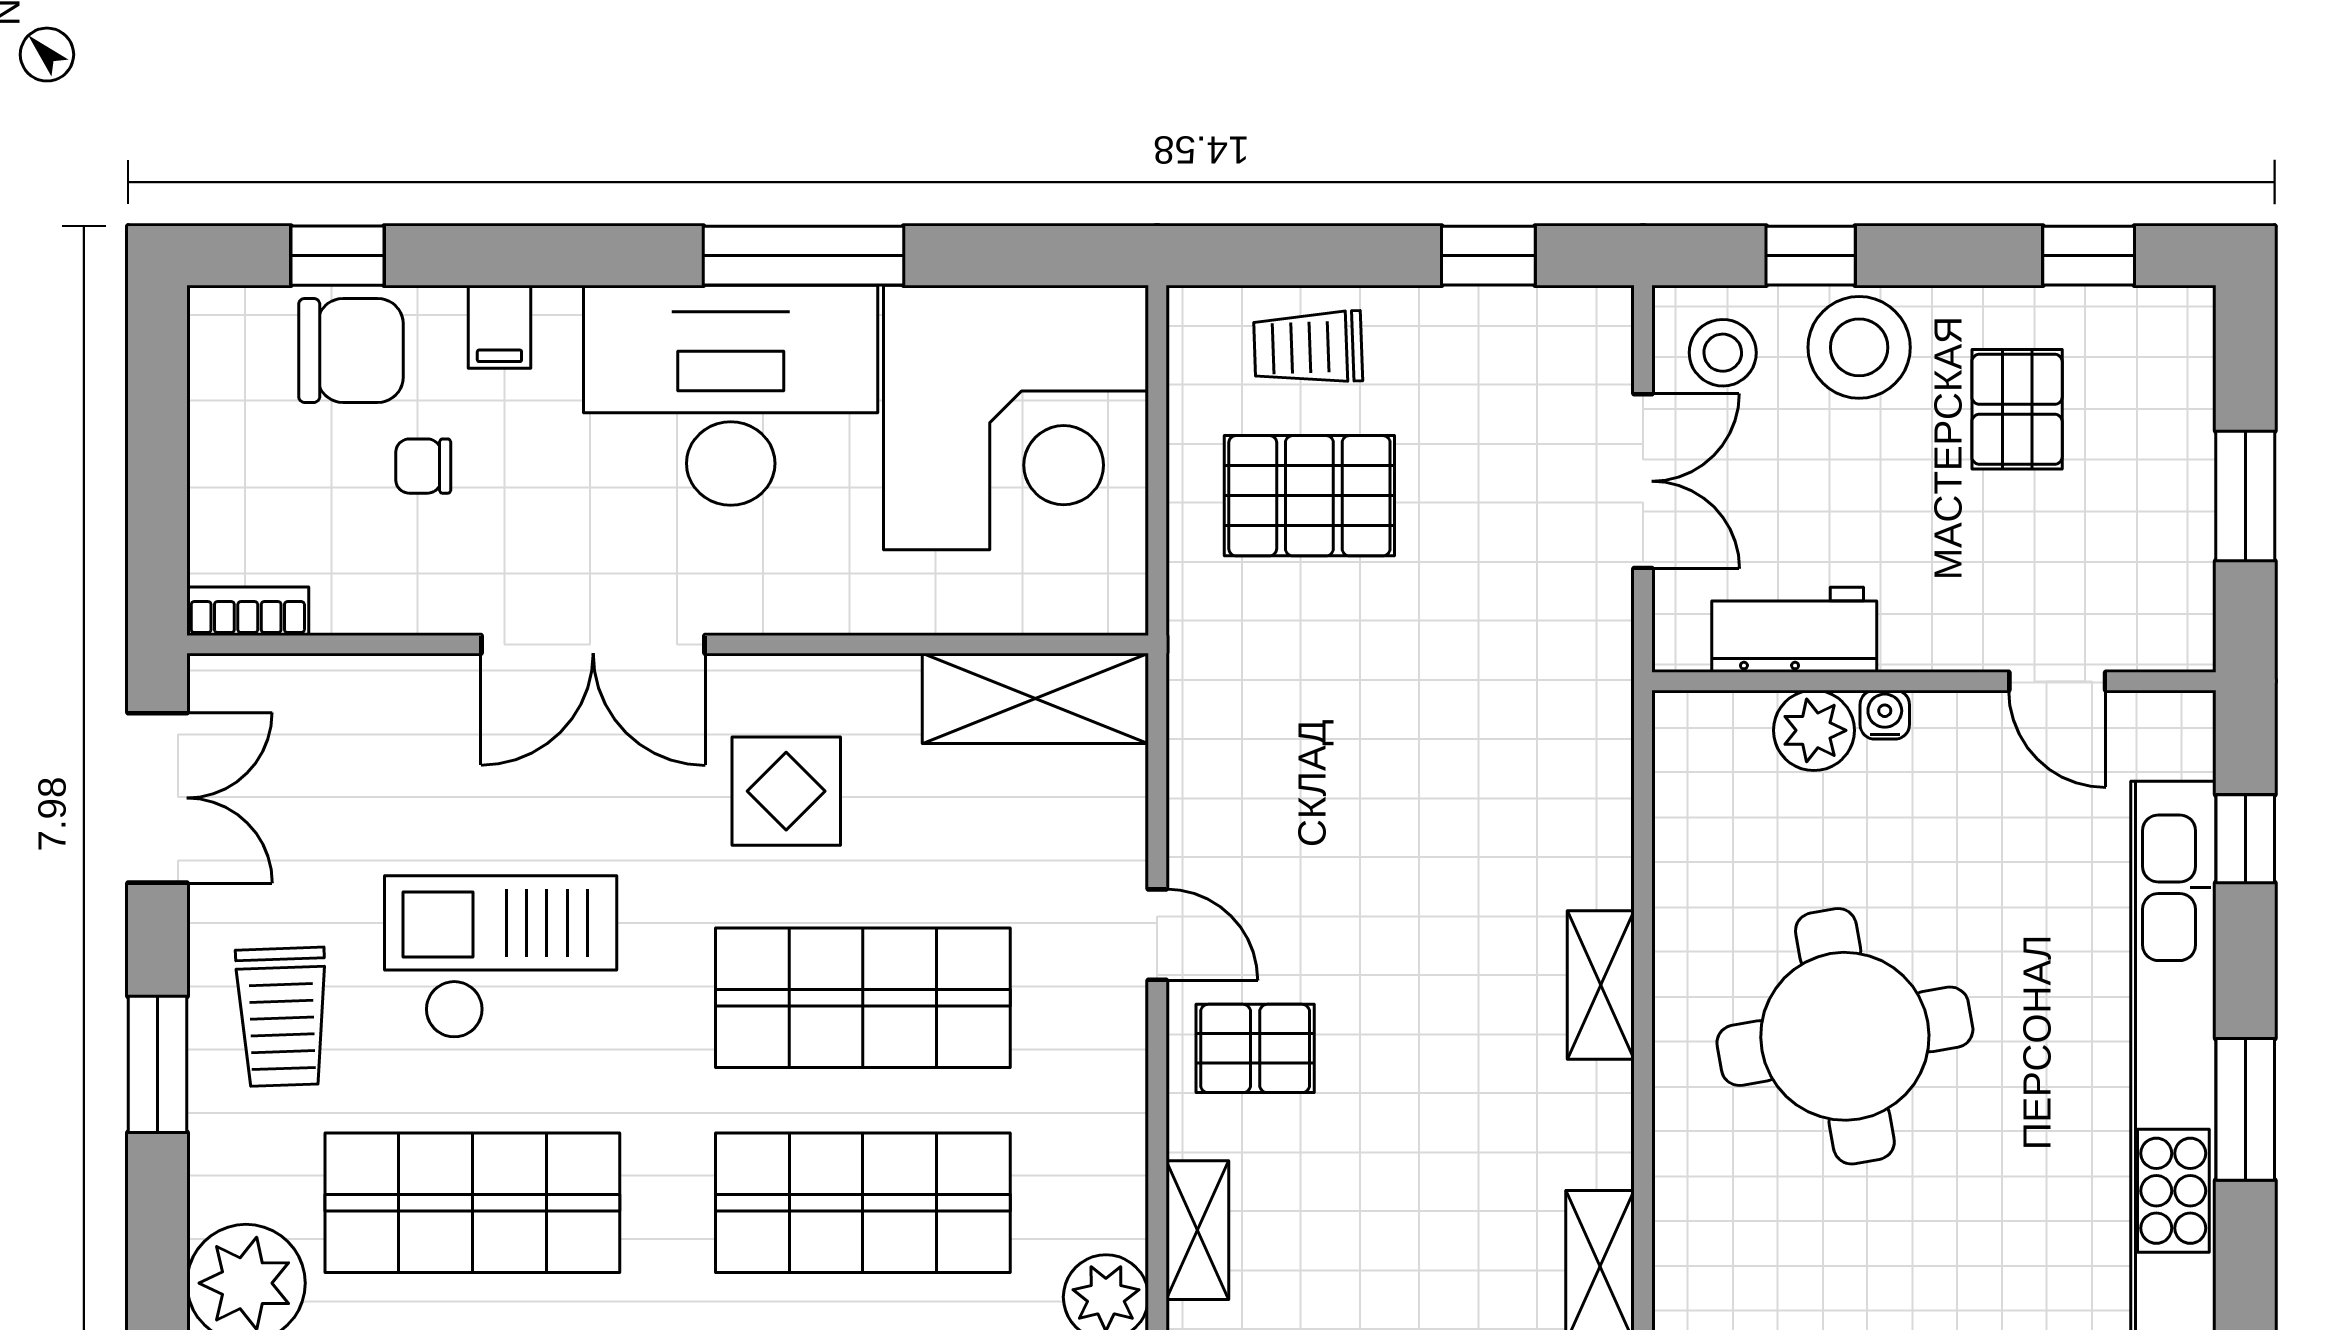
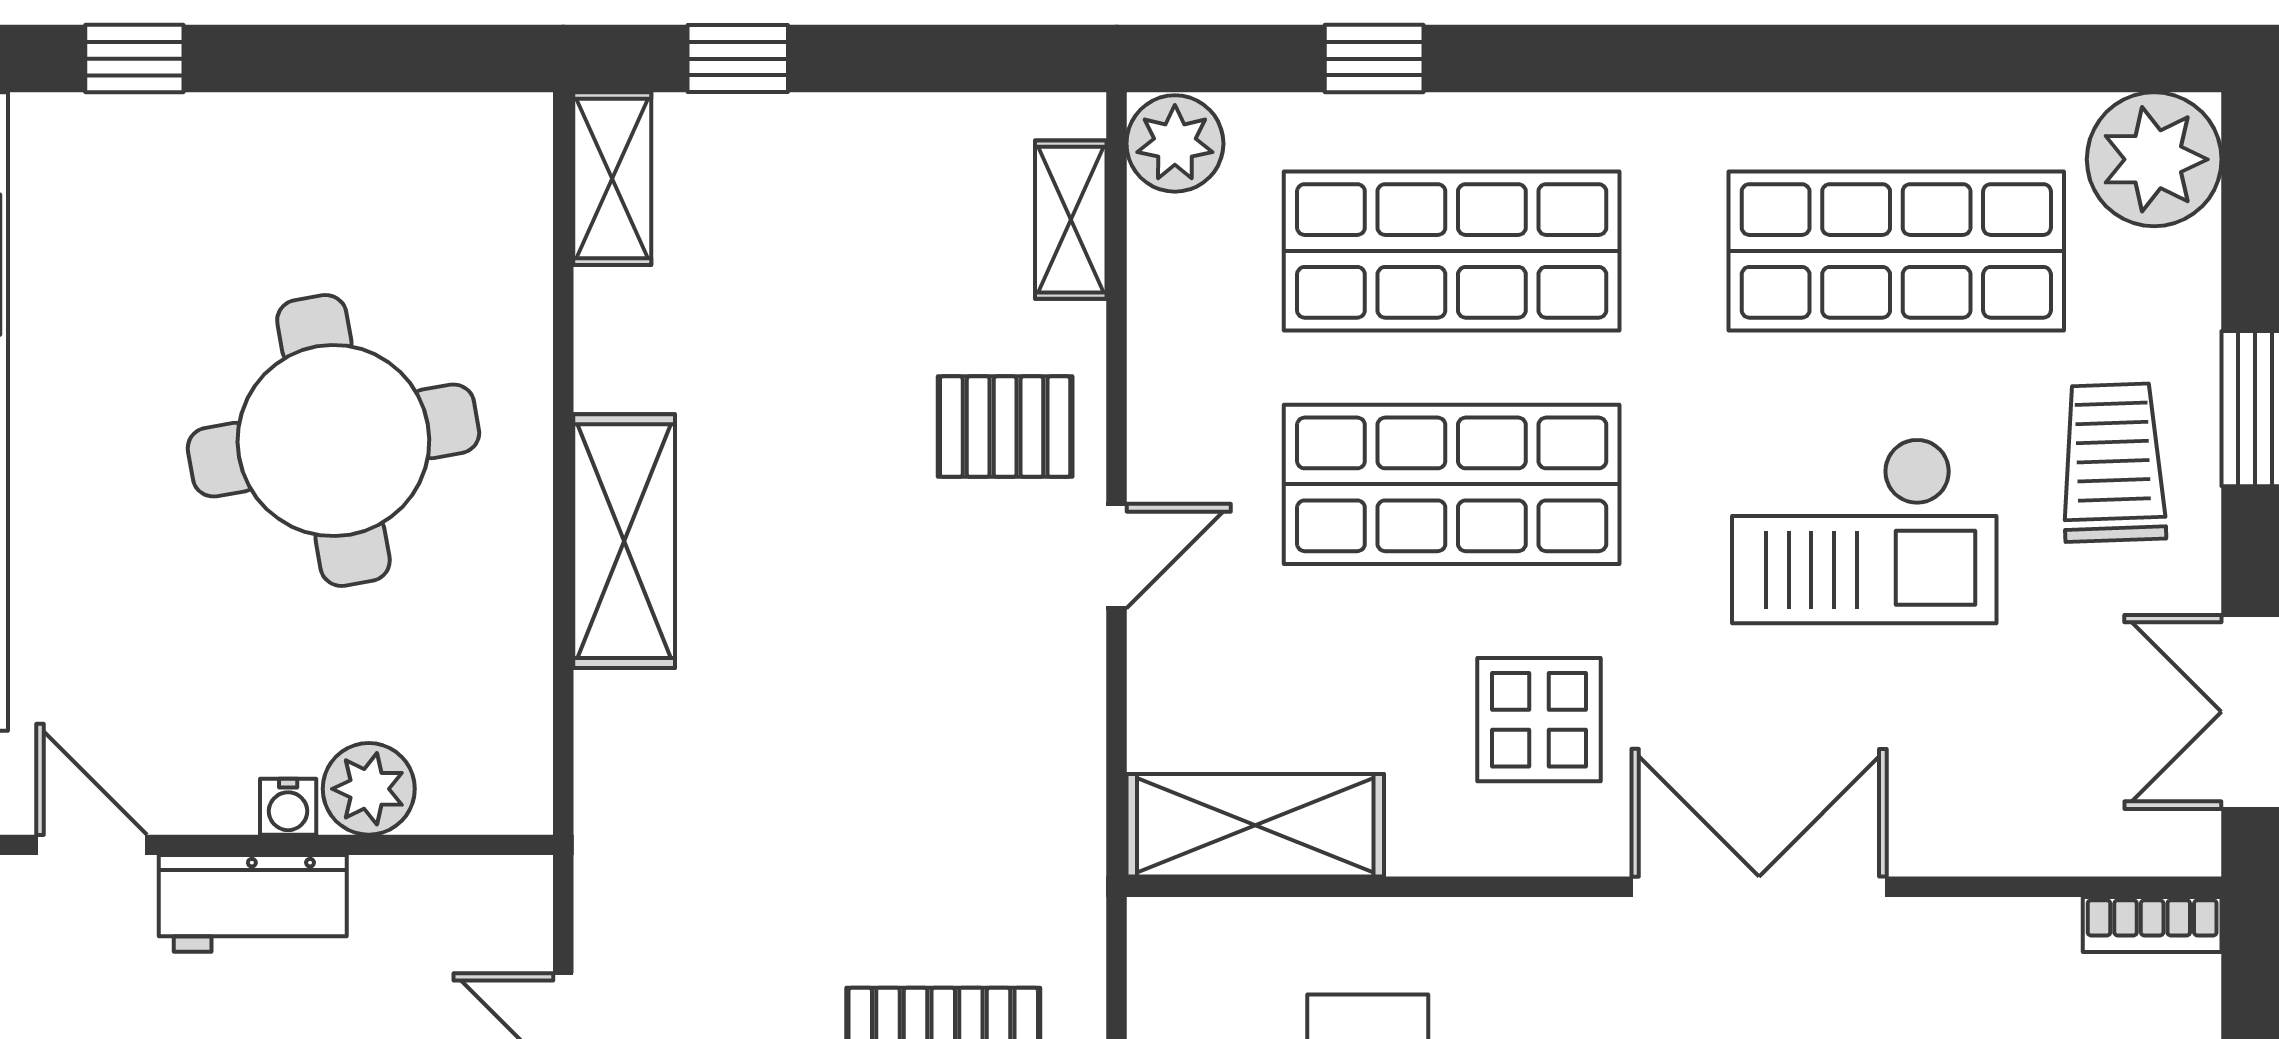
workbench: (1794, 630) -> (253, 903), moved
door: (1157, 935) -> (1117, 556), swing flipped
shelving: (1601, 985) -> (624, 541), width x1.50, depth x1.33

